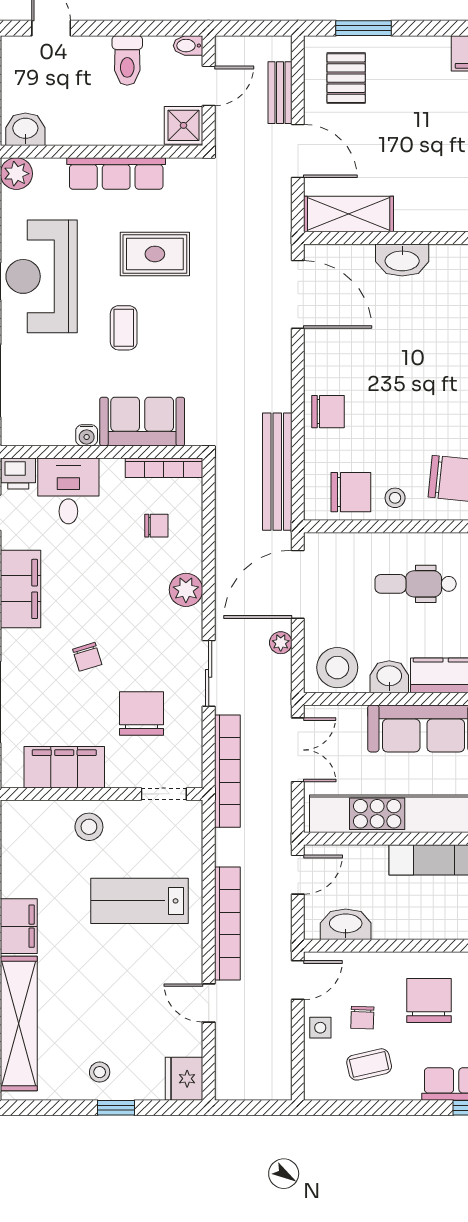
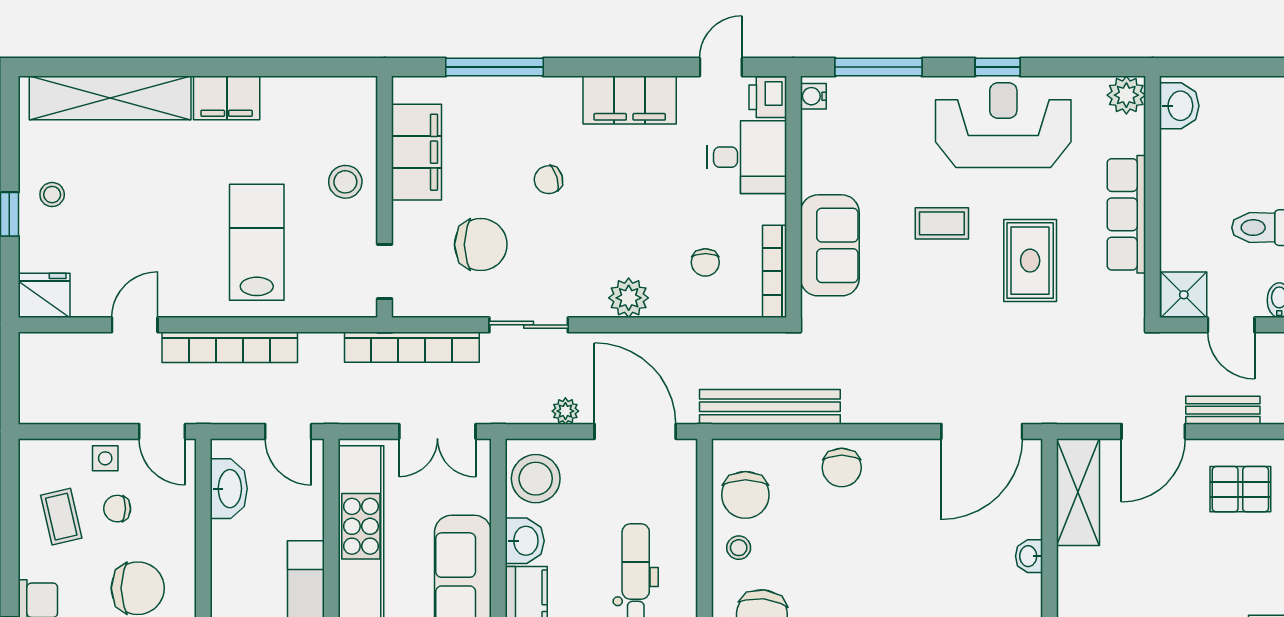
washbasin: (402, 260) -> (1029, 556), width x0.52, depth x0.69
water cooler: (87, 435) -> (813, 96), moved

